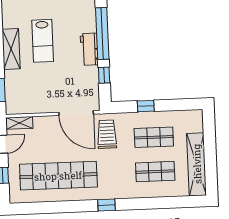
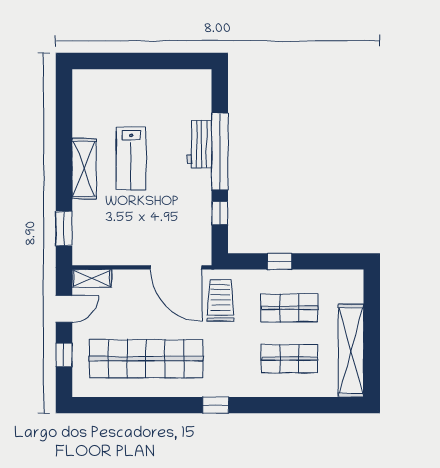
workbench: (89, 49) -> (200, 144), moved

